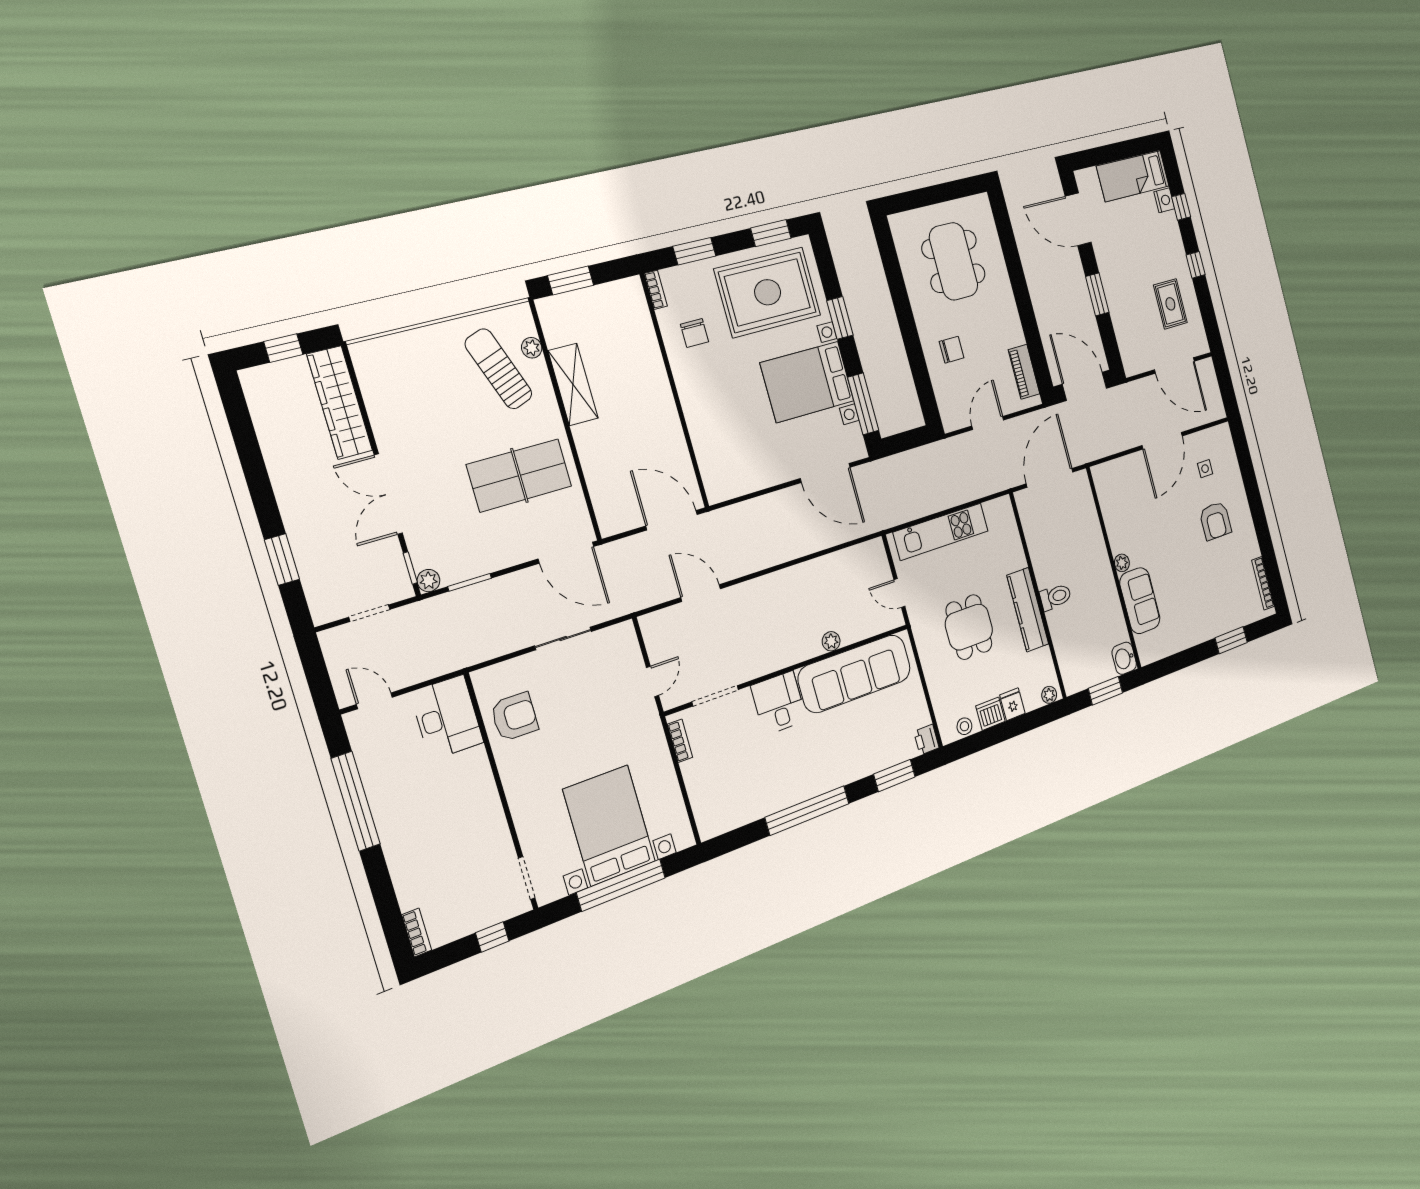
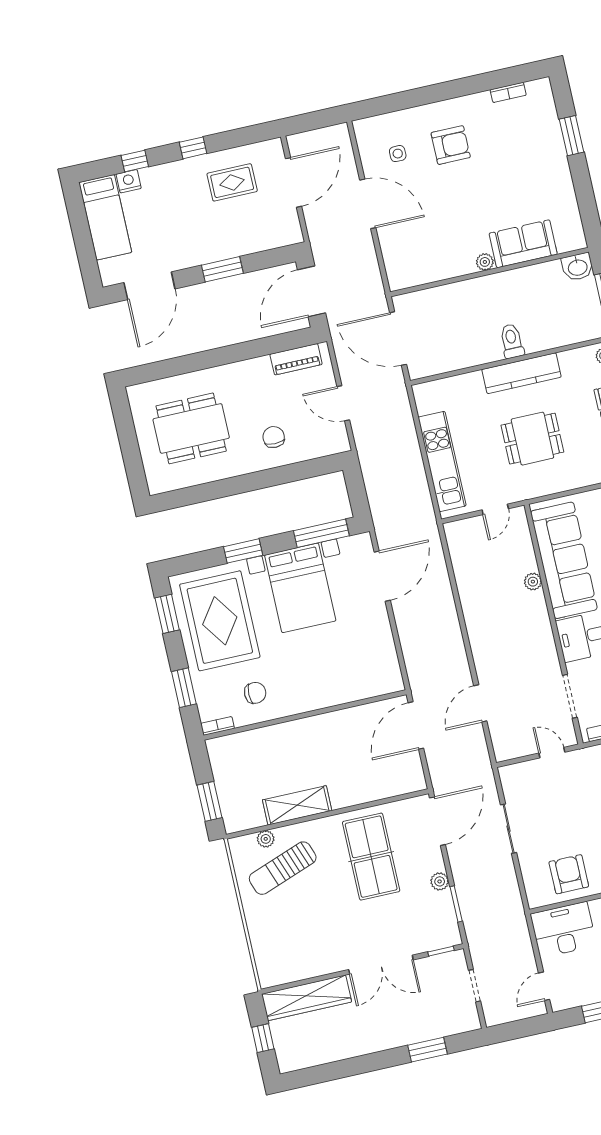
plant: (428, 581) -> (440, 881), moved
bookcase: (1263, 583) -> (508, 92), width x0.64

